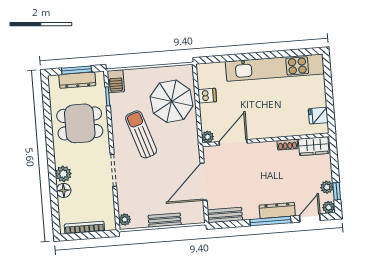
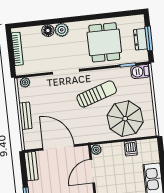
dresser: (77, 80) -> (140, 39), width x0.70
door: (233, 142) -> (92, 171), swing flipped

